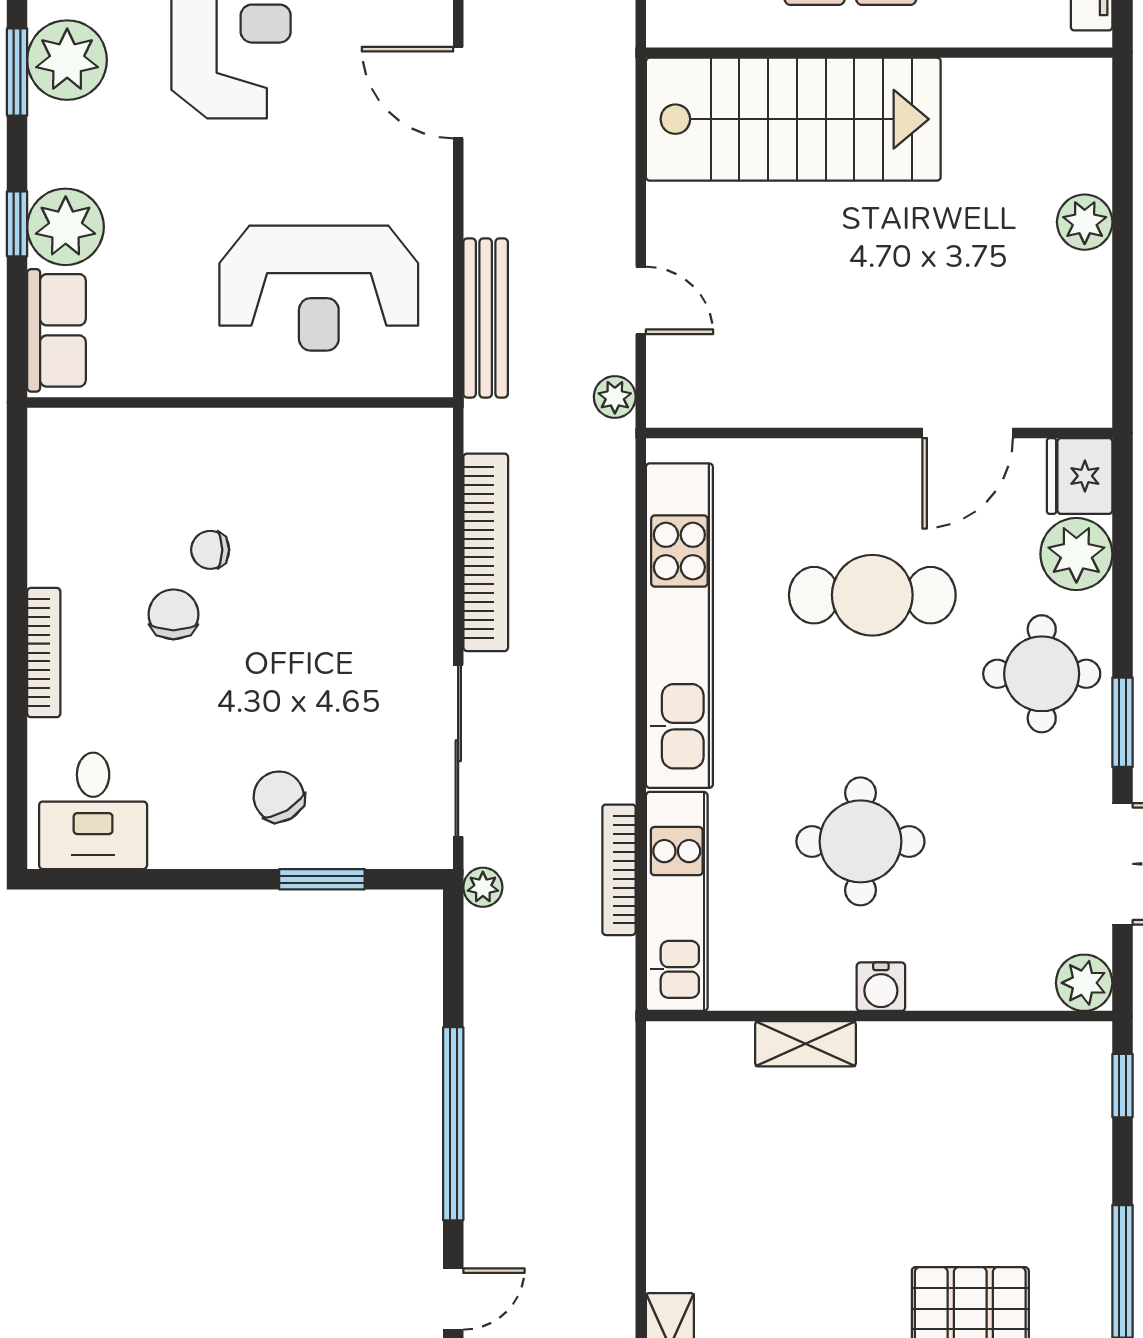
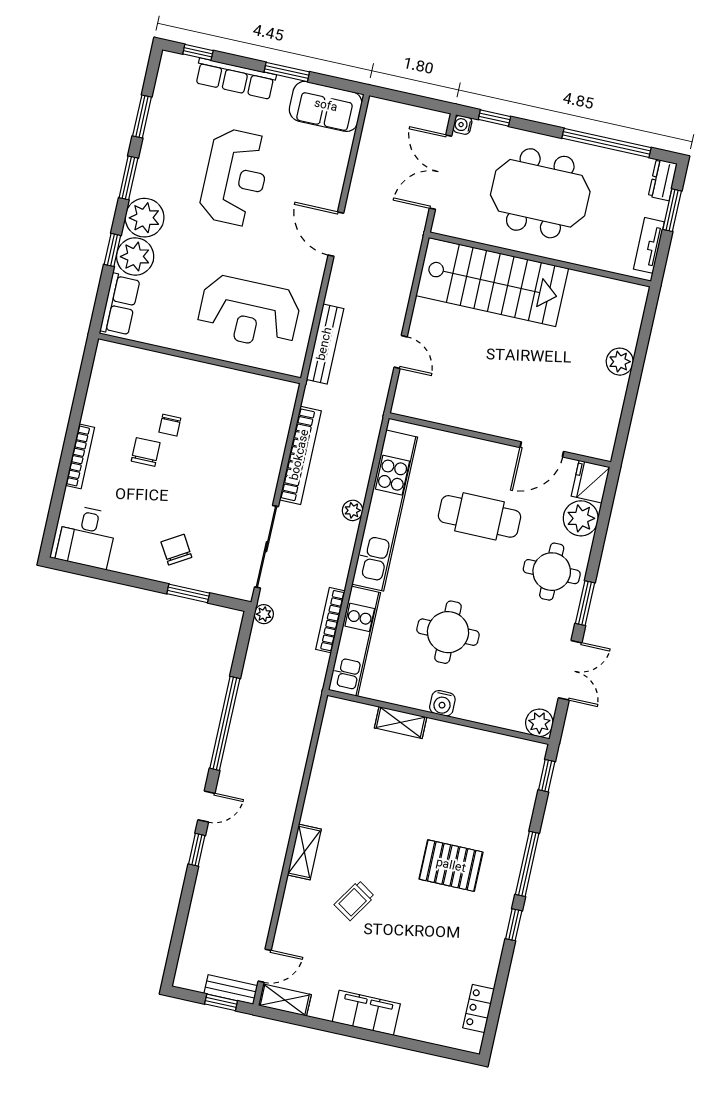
plant: (67, 60) -> (145, 218), moved
plant: (615, 397) -> (353, 510), moved
chair: (210, 550) -> (170, 425), turned -90

